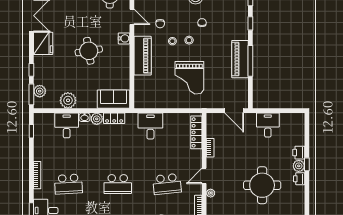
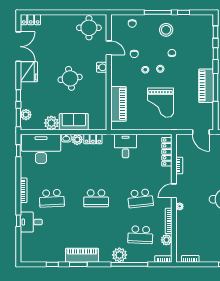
piano: (143, 56) -> (118, 104), moved
sofa: (114, 99) -> (74, 122), moved
desk: (67, 125) -> (41, 149), width x1.87, depth x1.30

